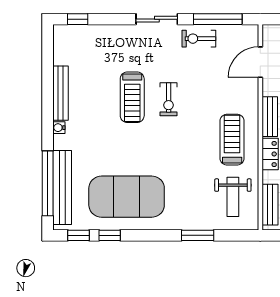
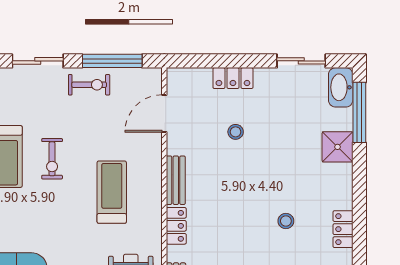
exercise bike: (199, 39) -> (89, 85), turned 180
treadmill: (232, 140) -> (112, 192), moved

